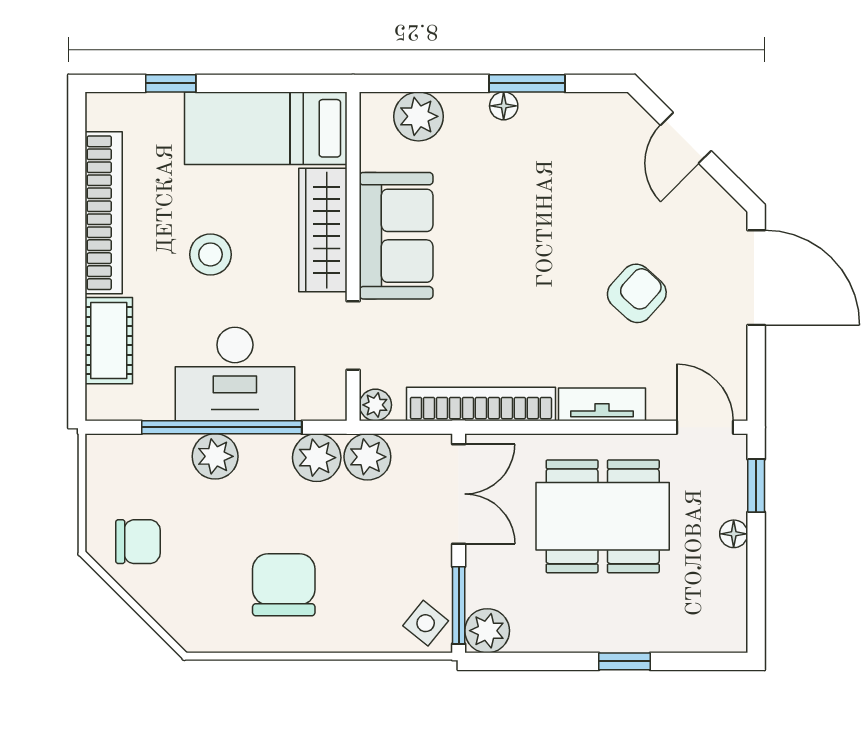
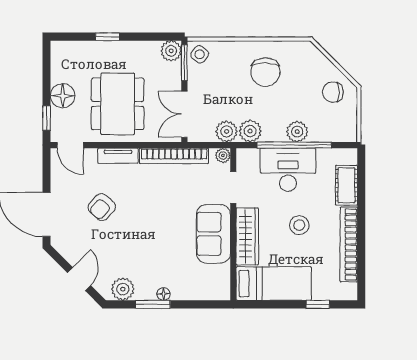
plant: (418, 116) -> (123, 289), moved
dining table: (603, 516) -> (118, 104), turned 90
floor lamp: (734, 534) -> (63, 96), width x1.89, depth x1.89

